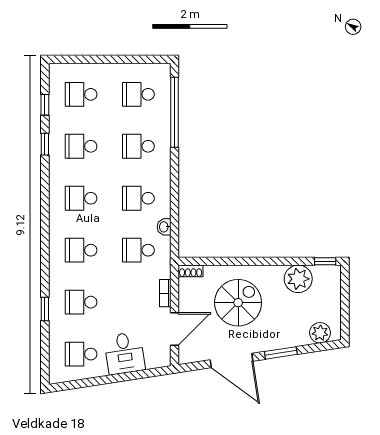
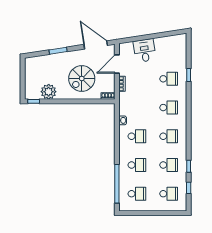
school desk: (138, 250) -> (137, 108), removed
plant: (320, 333) -> (36, 62), removed
school desk: (81, 354) -> (169, 50), removed
door: (231, 360) -> (96, 45), moved

